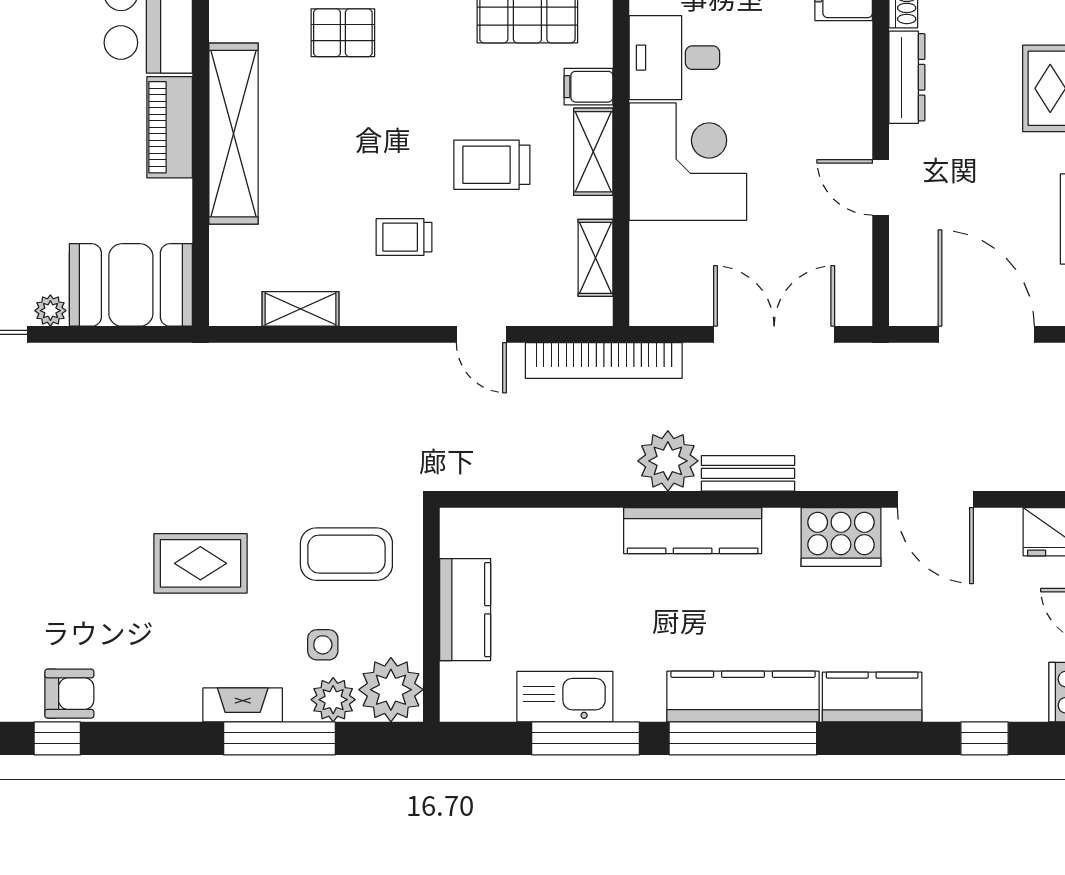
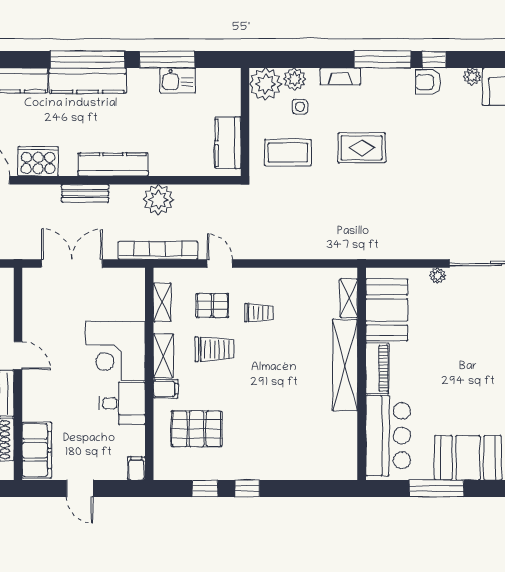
pallet: (343, 33) -> (212, 305), moved
door: (881, 187) -> (18, 356), moved
booth: (131, 285) -> (387, 310), moved, turned 90
shelving: (300, 309) -> (349, 298), moved, turned 90
double door: (774, 334) -> (72, 264), swing flipped
plant: (668, 461) -> (158, 200), moved
kitchen counter: (465, 610) -> (228, 143), moved
kitchen sink: (565, 697) -> (178, 81), width x0.73
window: (279, 738) -> (383, 59), moved

